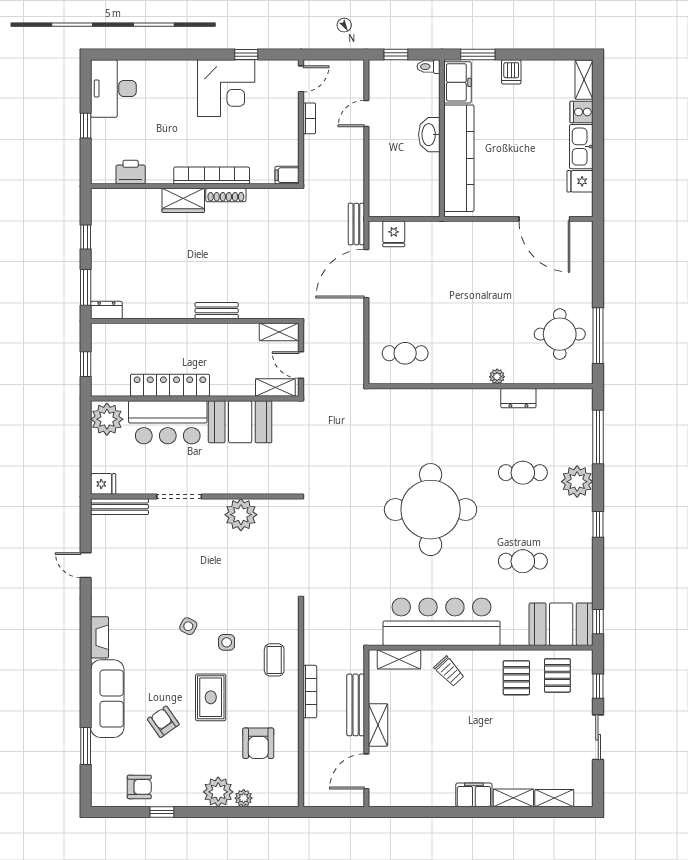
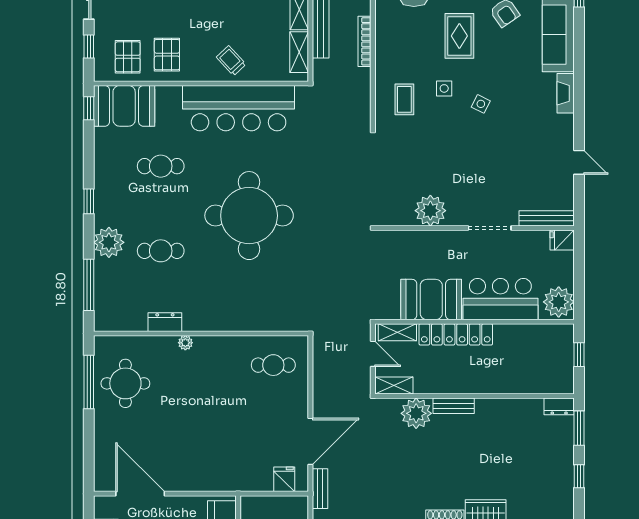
plant: (256, 303) -> (416, 413), added
locker: (170, 385) -> (456, 334), moved
shelving: (399, 659) -> (299, 52), moved, turned 90
coffee table: (274, 660) -> (404, 99), moved

